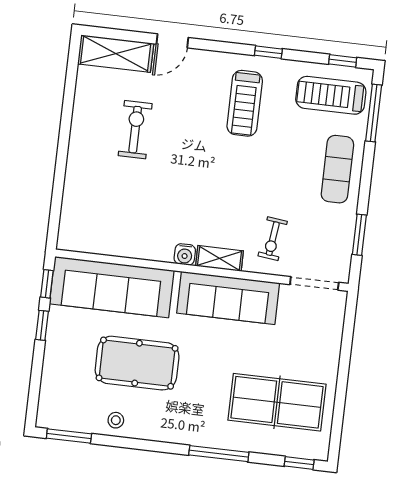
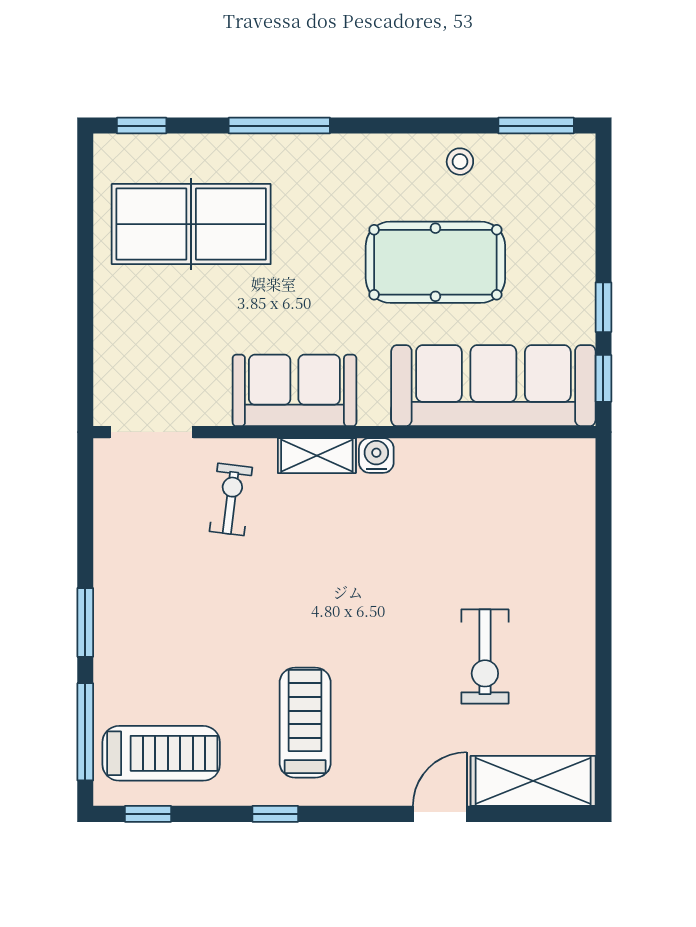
exercise mat: (337, 169) -> (135, 630), removed
window: (359, 235) -> (85, 622), moved
sofa: (228, 298) -> (294, 390), width x0.73

